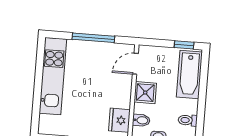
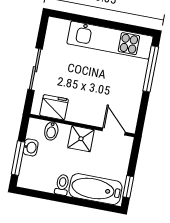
window: (93, 38) -> (151, 69), moved
toilet: (188, 120) -> (62, 185), moved

